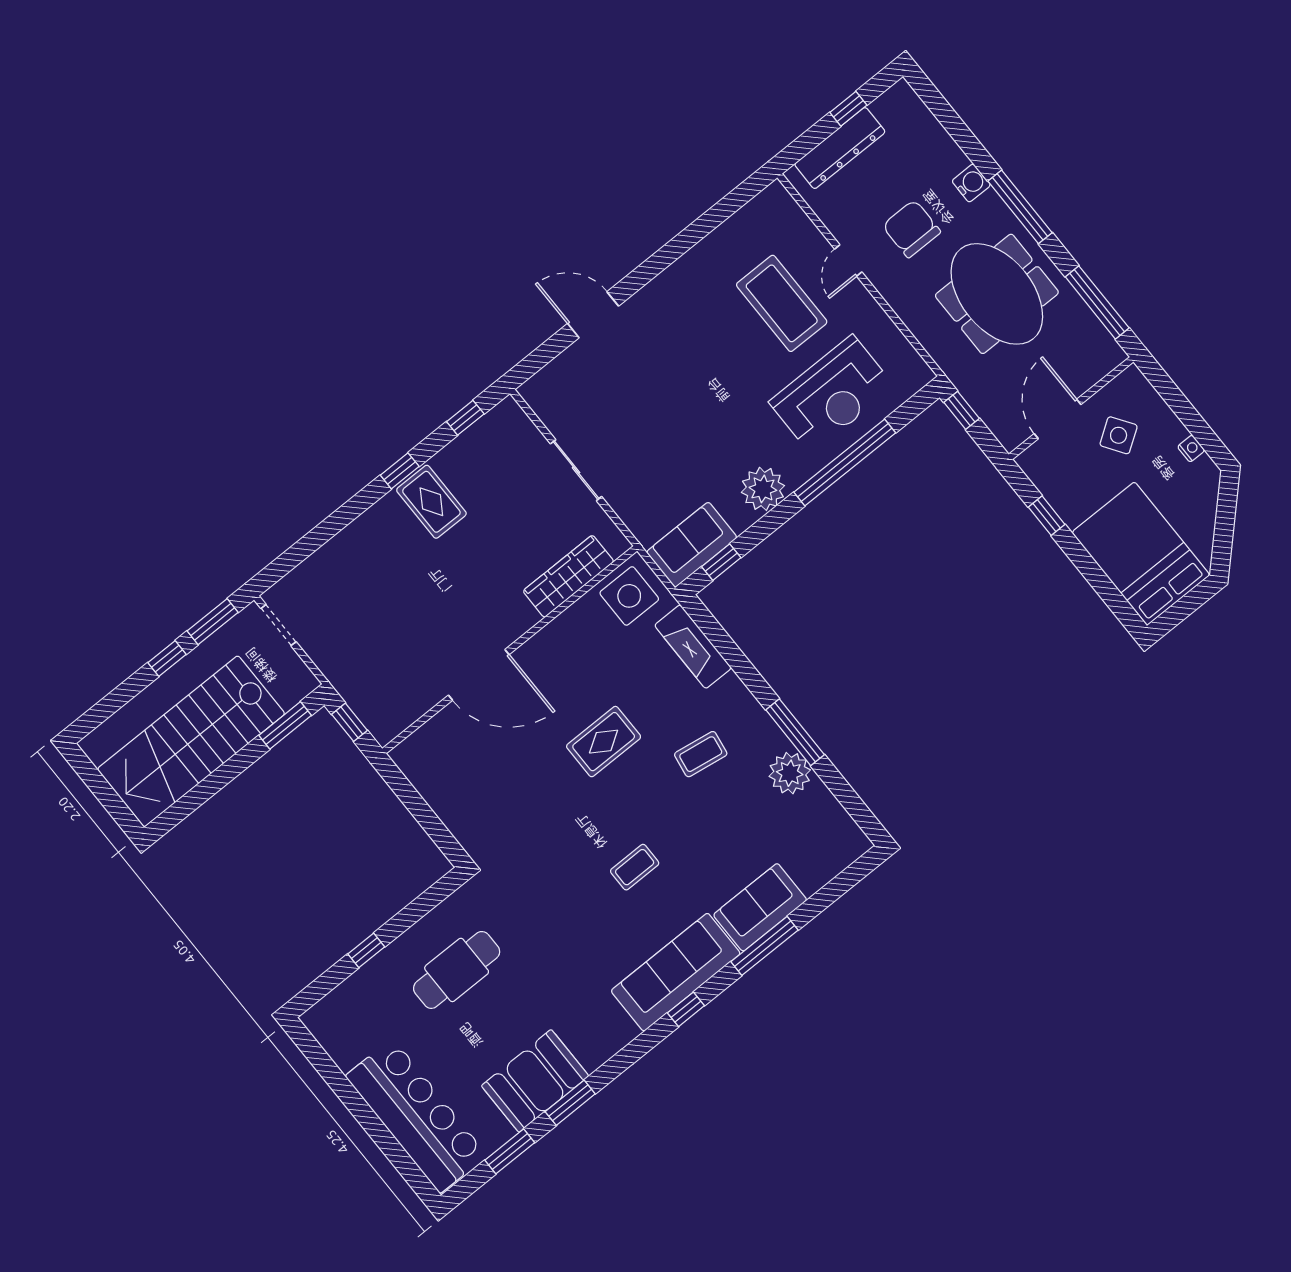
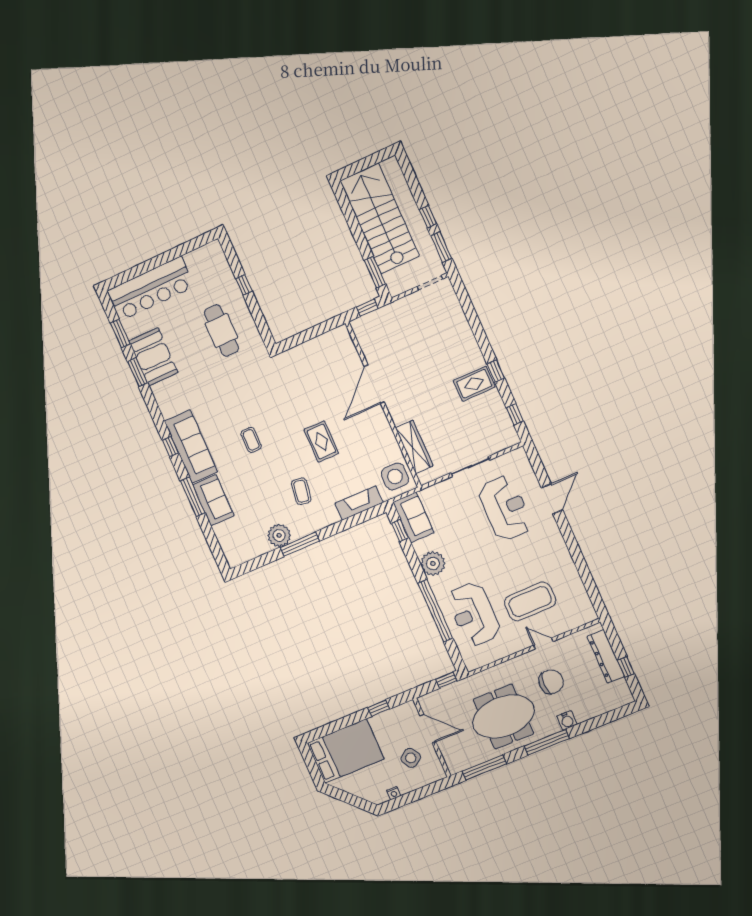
reception desk: (631, 390) -> (505, 508), added

